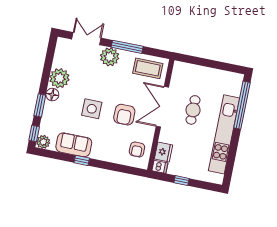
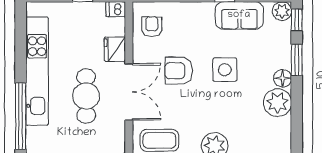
cafe table: (193, 110) -> (86, 96), width x1.37, depth x1.35
armchair: (124, 115) -> (179, 71), turned -90
fridge: (164, 152) -> (115, 49), moved

